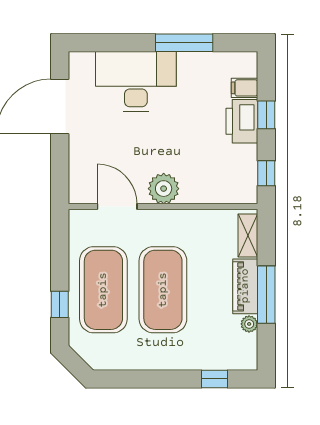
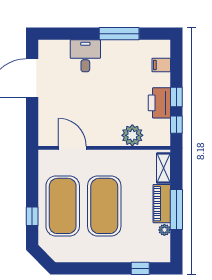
desk: (136, 82) -> (85, 56), width x0.53, depth x0.77
window: (266, 115) -> (176, 97), moved
printer: (242, 121) -> (159, 103), moved
plant: (164, 189) -> (132, 135), moved

